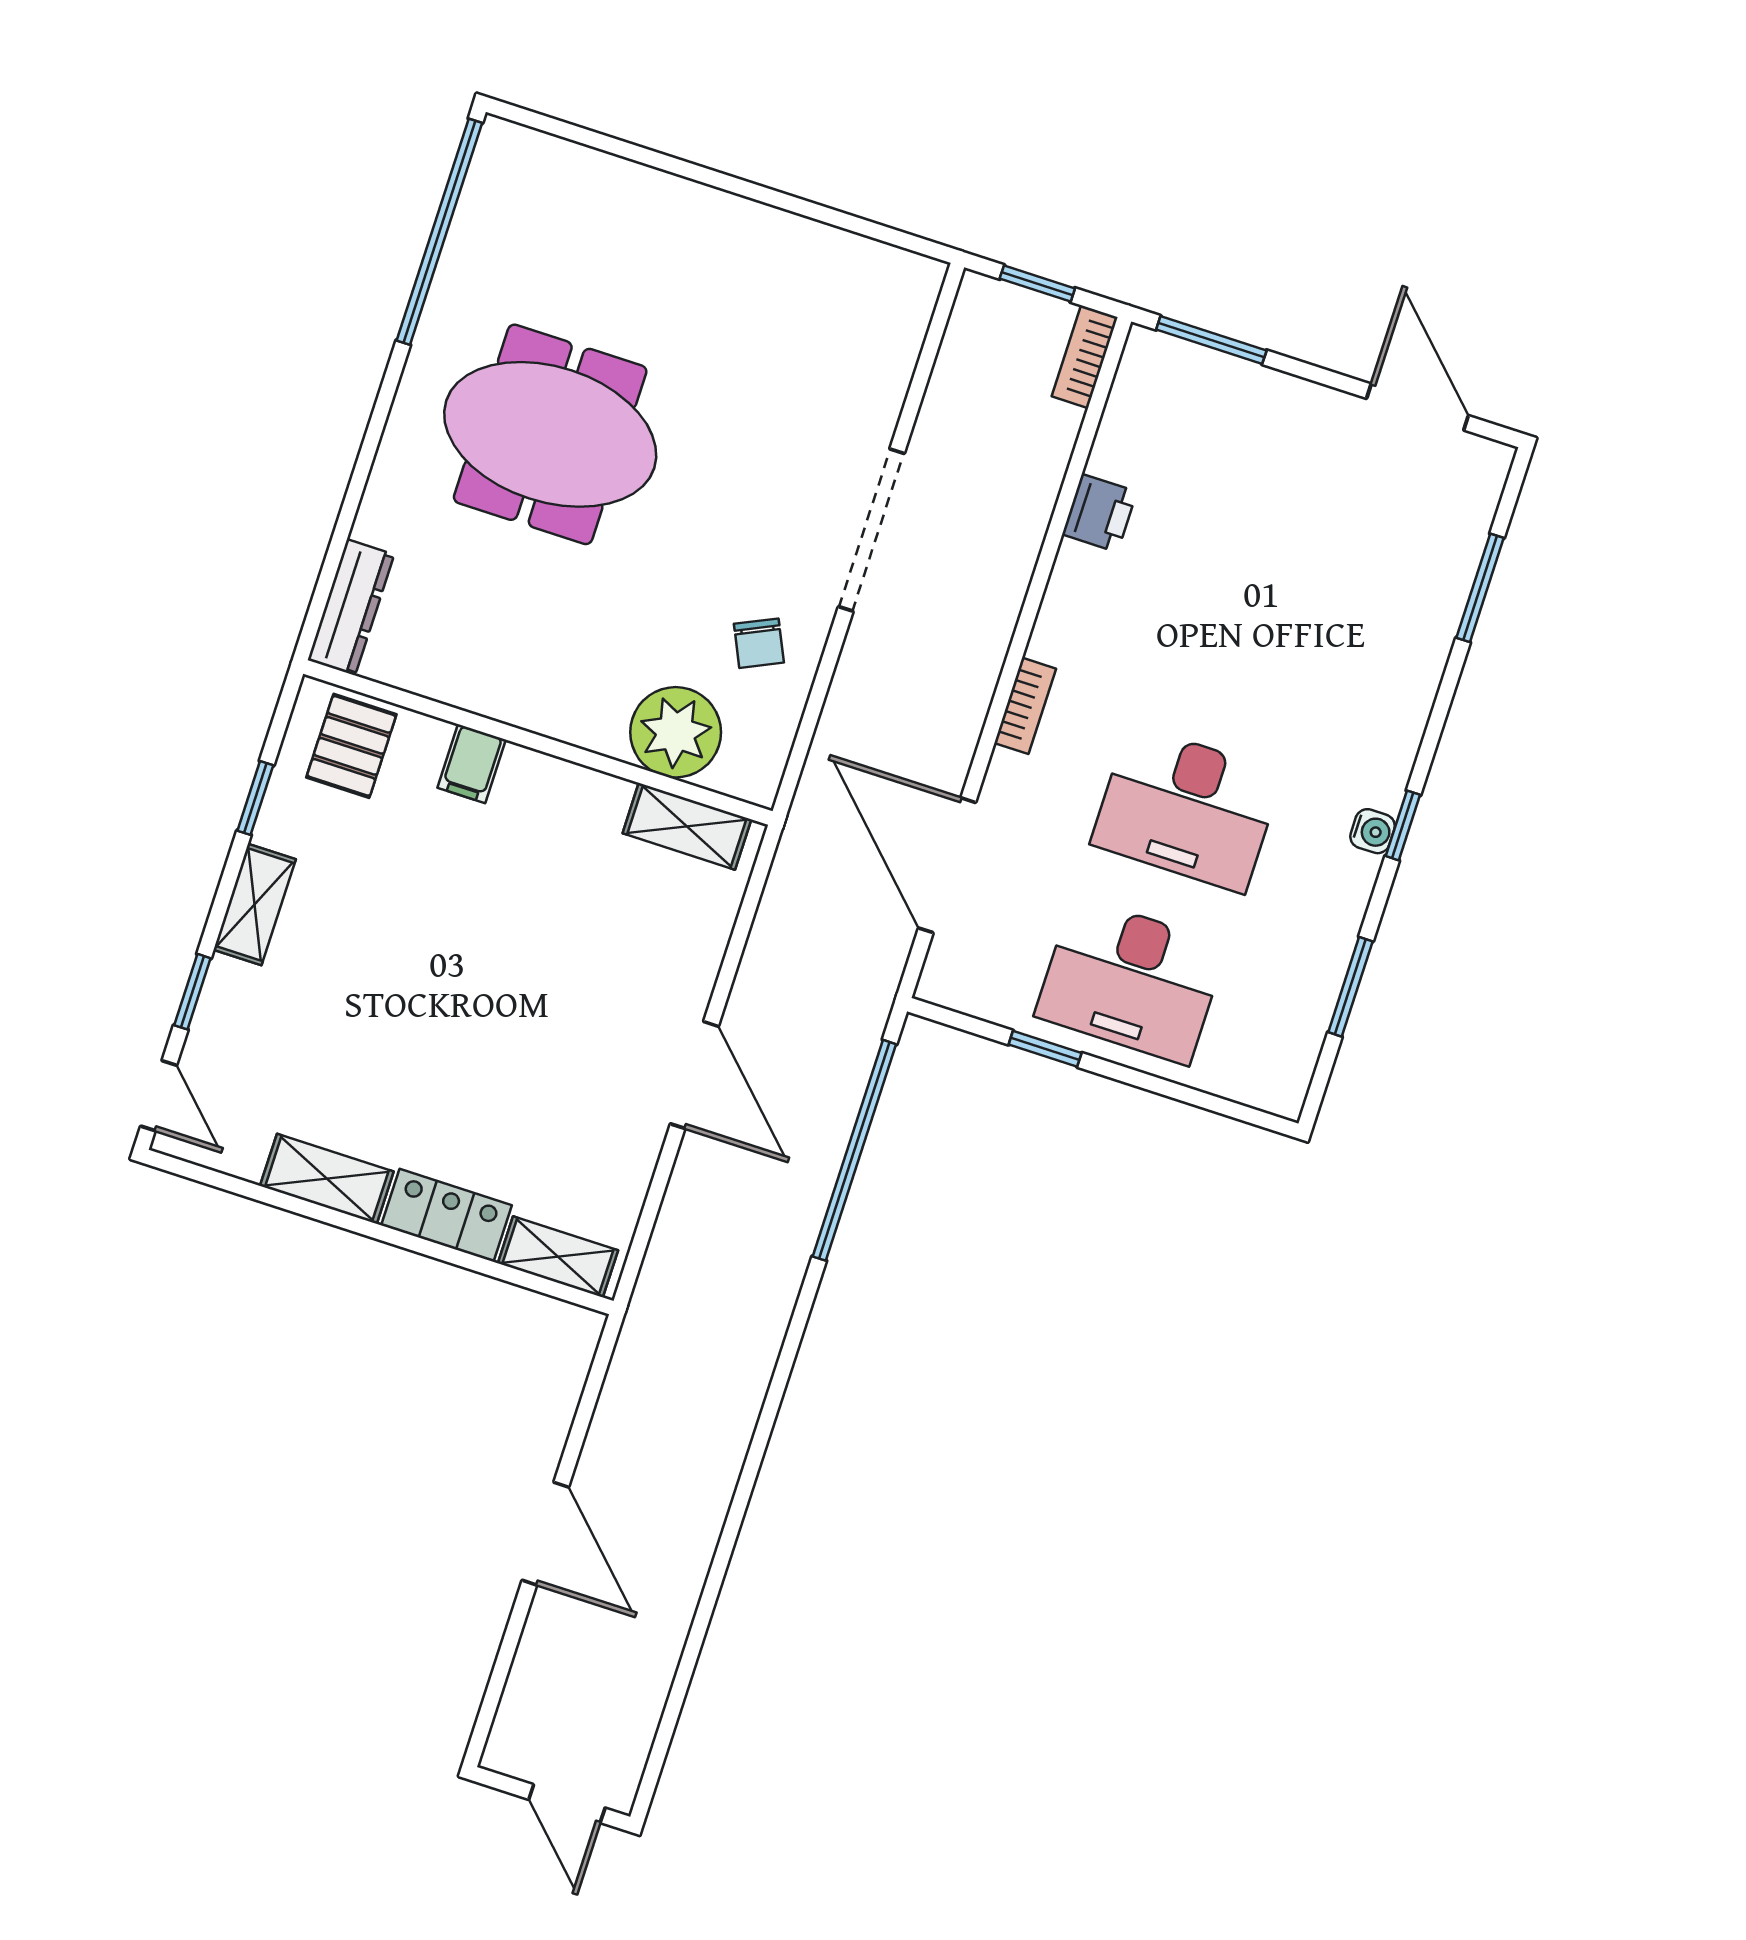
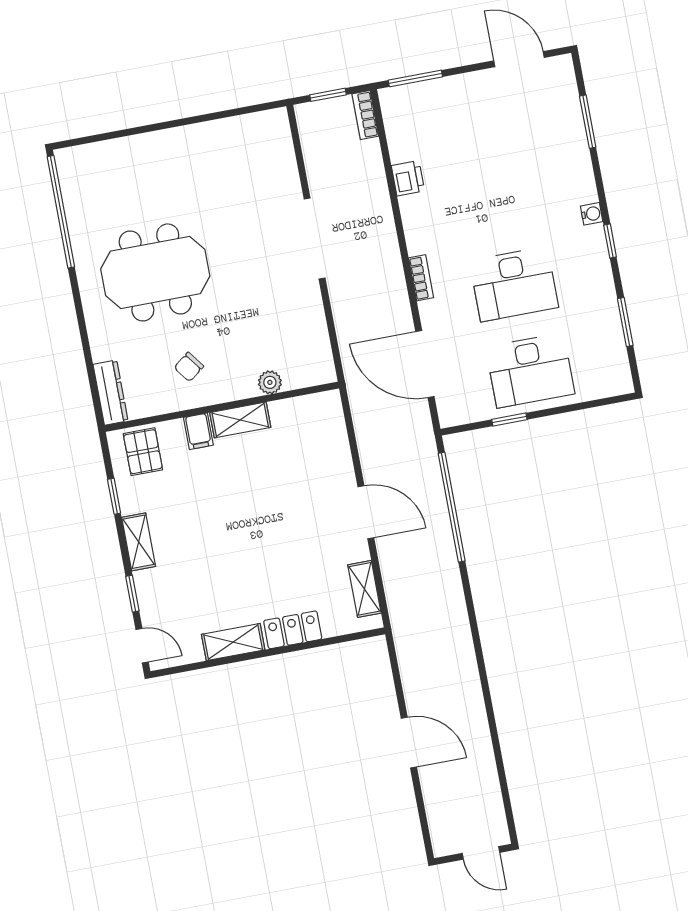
chair: (759, 643) -> (189, 367), moved, turned 78
plant: (676, 732) -> (270, 382), width x0.53, depth x0.53
shelving: (687, 826) -> (240, 420), moved
water cooler: (1373, 831) -> (592, 214), moved
shelving: (558, 1257) -> (364, 589), moved, turned 90

